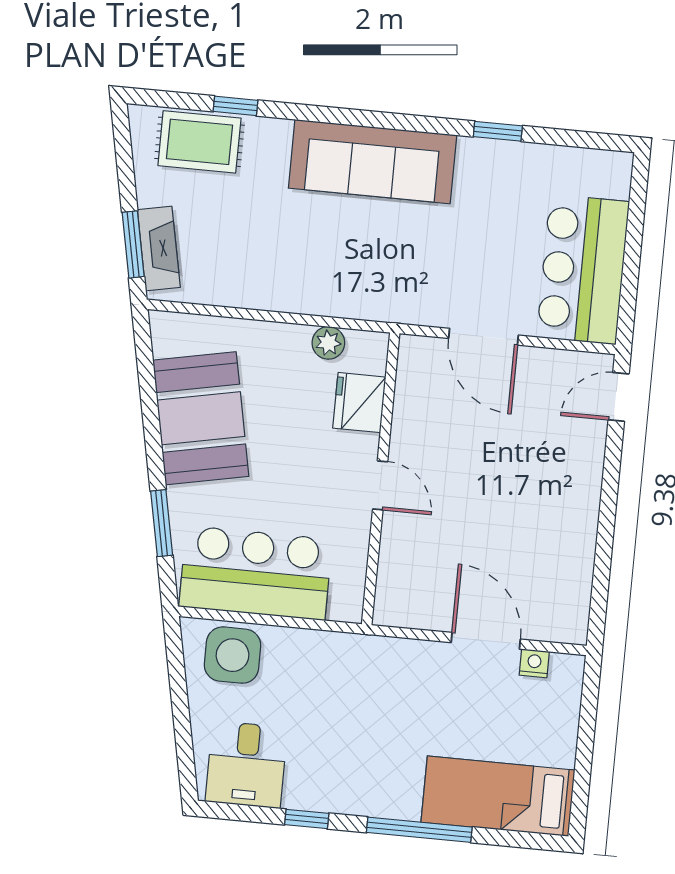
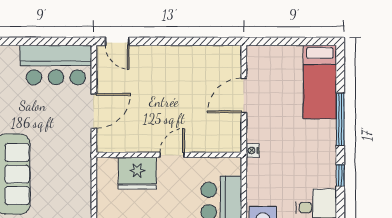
plant: (328, 343) -> (104, 187), removed
fridge: (359, 403) -> (137, 173), width x1.36, depth x1.34
nightstand: (534, 663) -> (253, 150), moved

